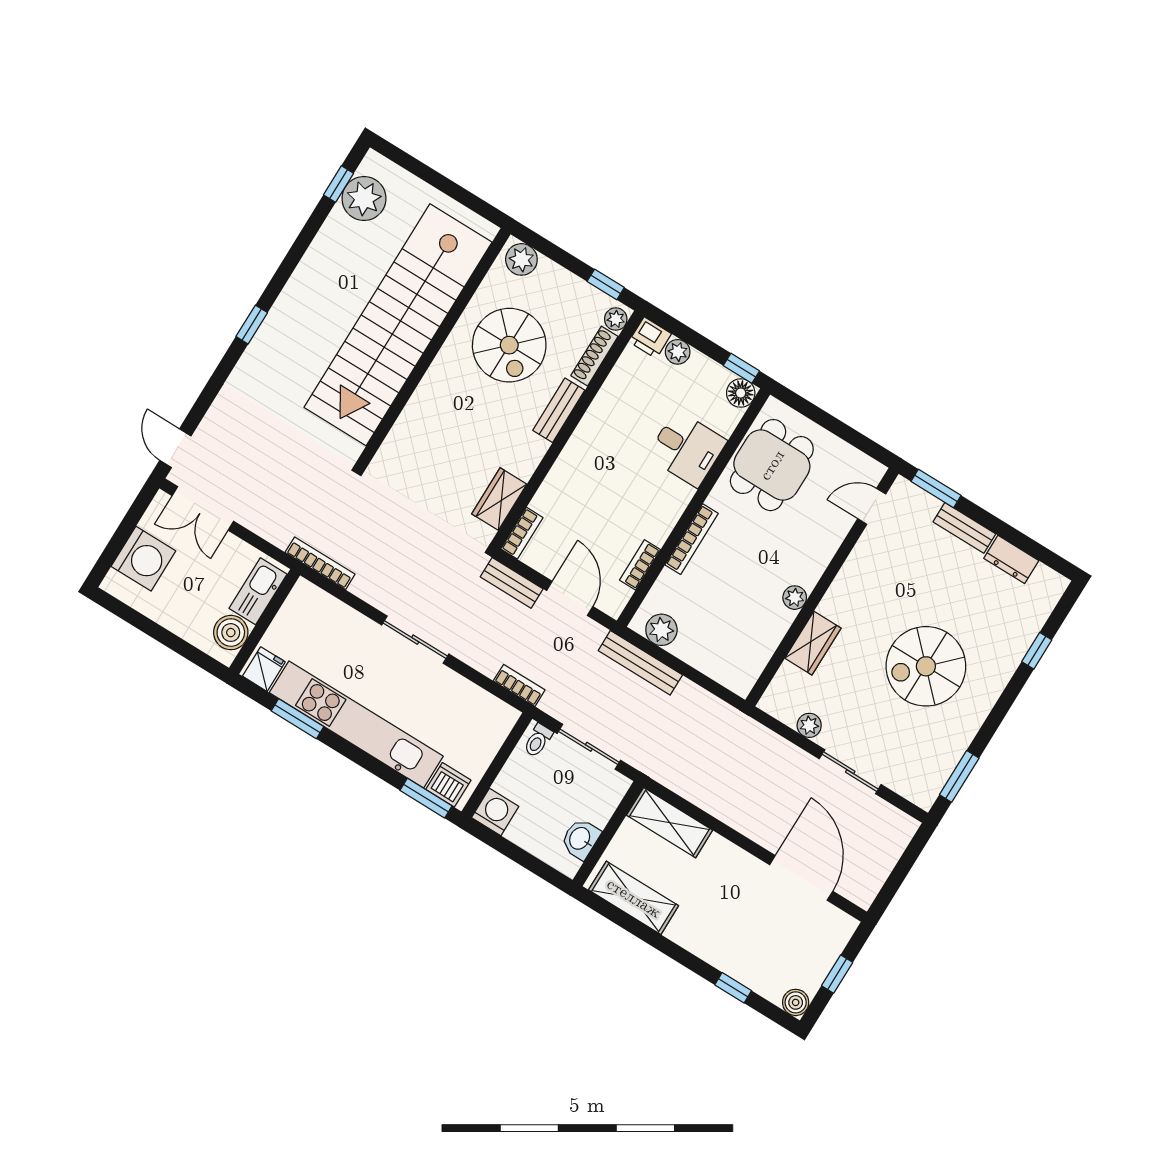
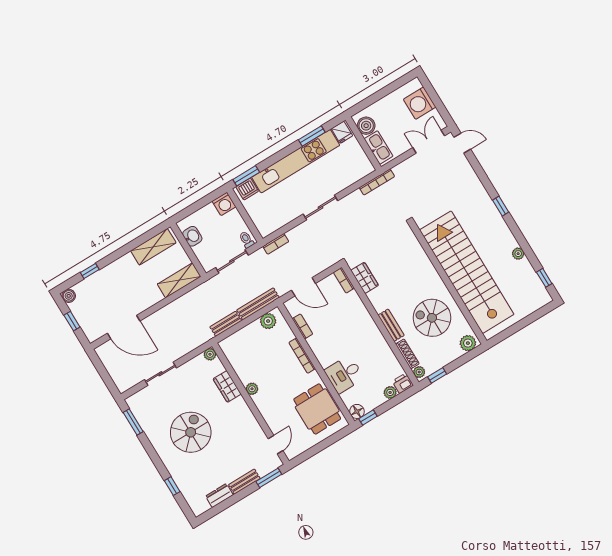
plant: (364, 198) -> (518, 254), moved, width x0.53, depth x0.53
bench: (512, 583) -> (226, 324), moved
plant: (809, 725) -> (210, 354), moved

